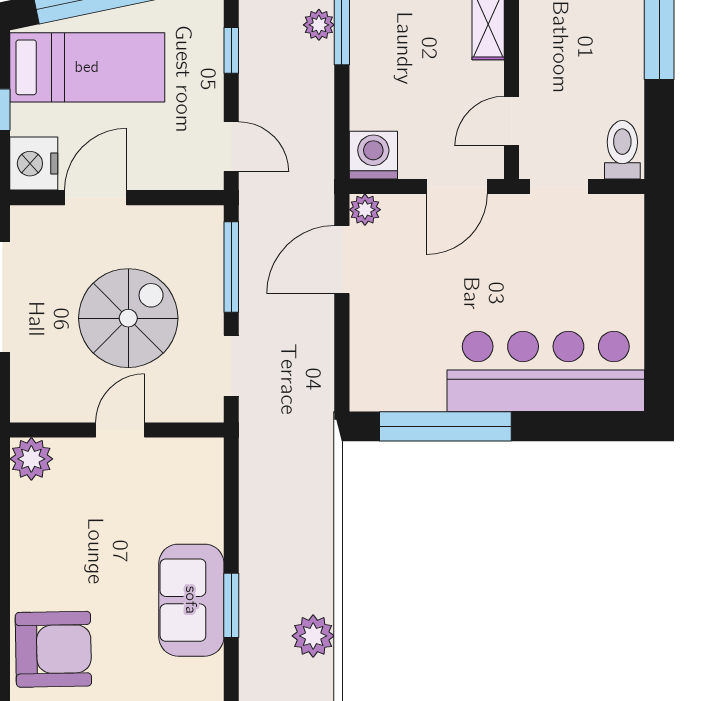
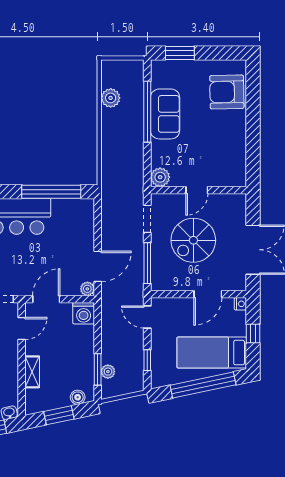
nightstand: (34, 164) -> (240, 304), width x0.53, depth x0.56
plant: (31, 459) -> (160, 177), moved
window: (231, 605) -> (147, 112), width x2.11

